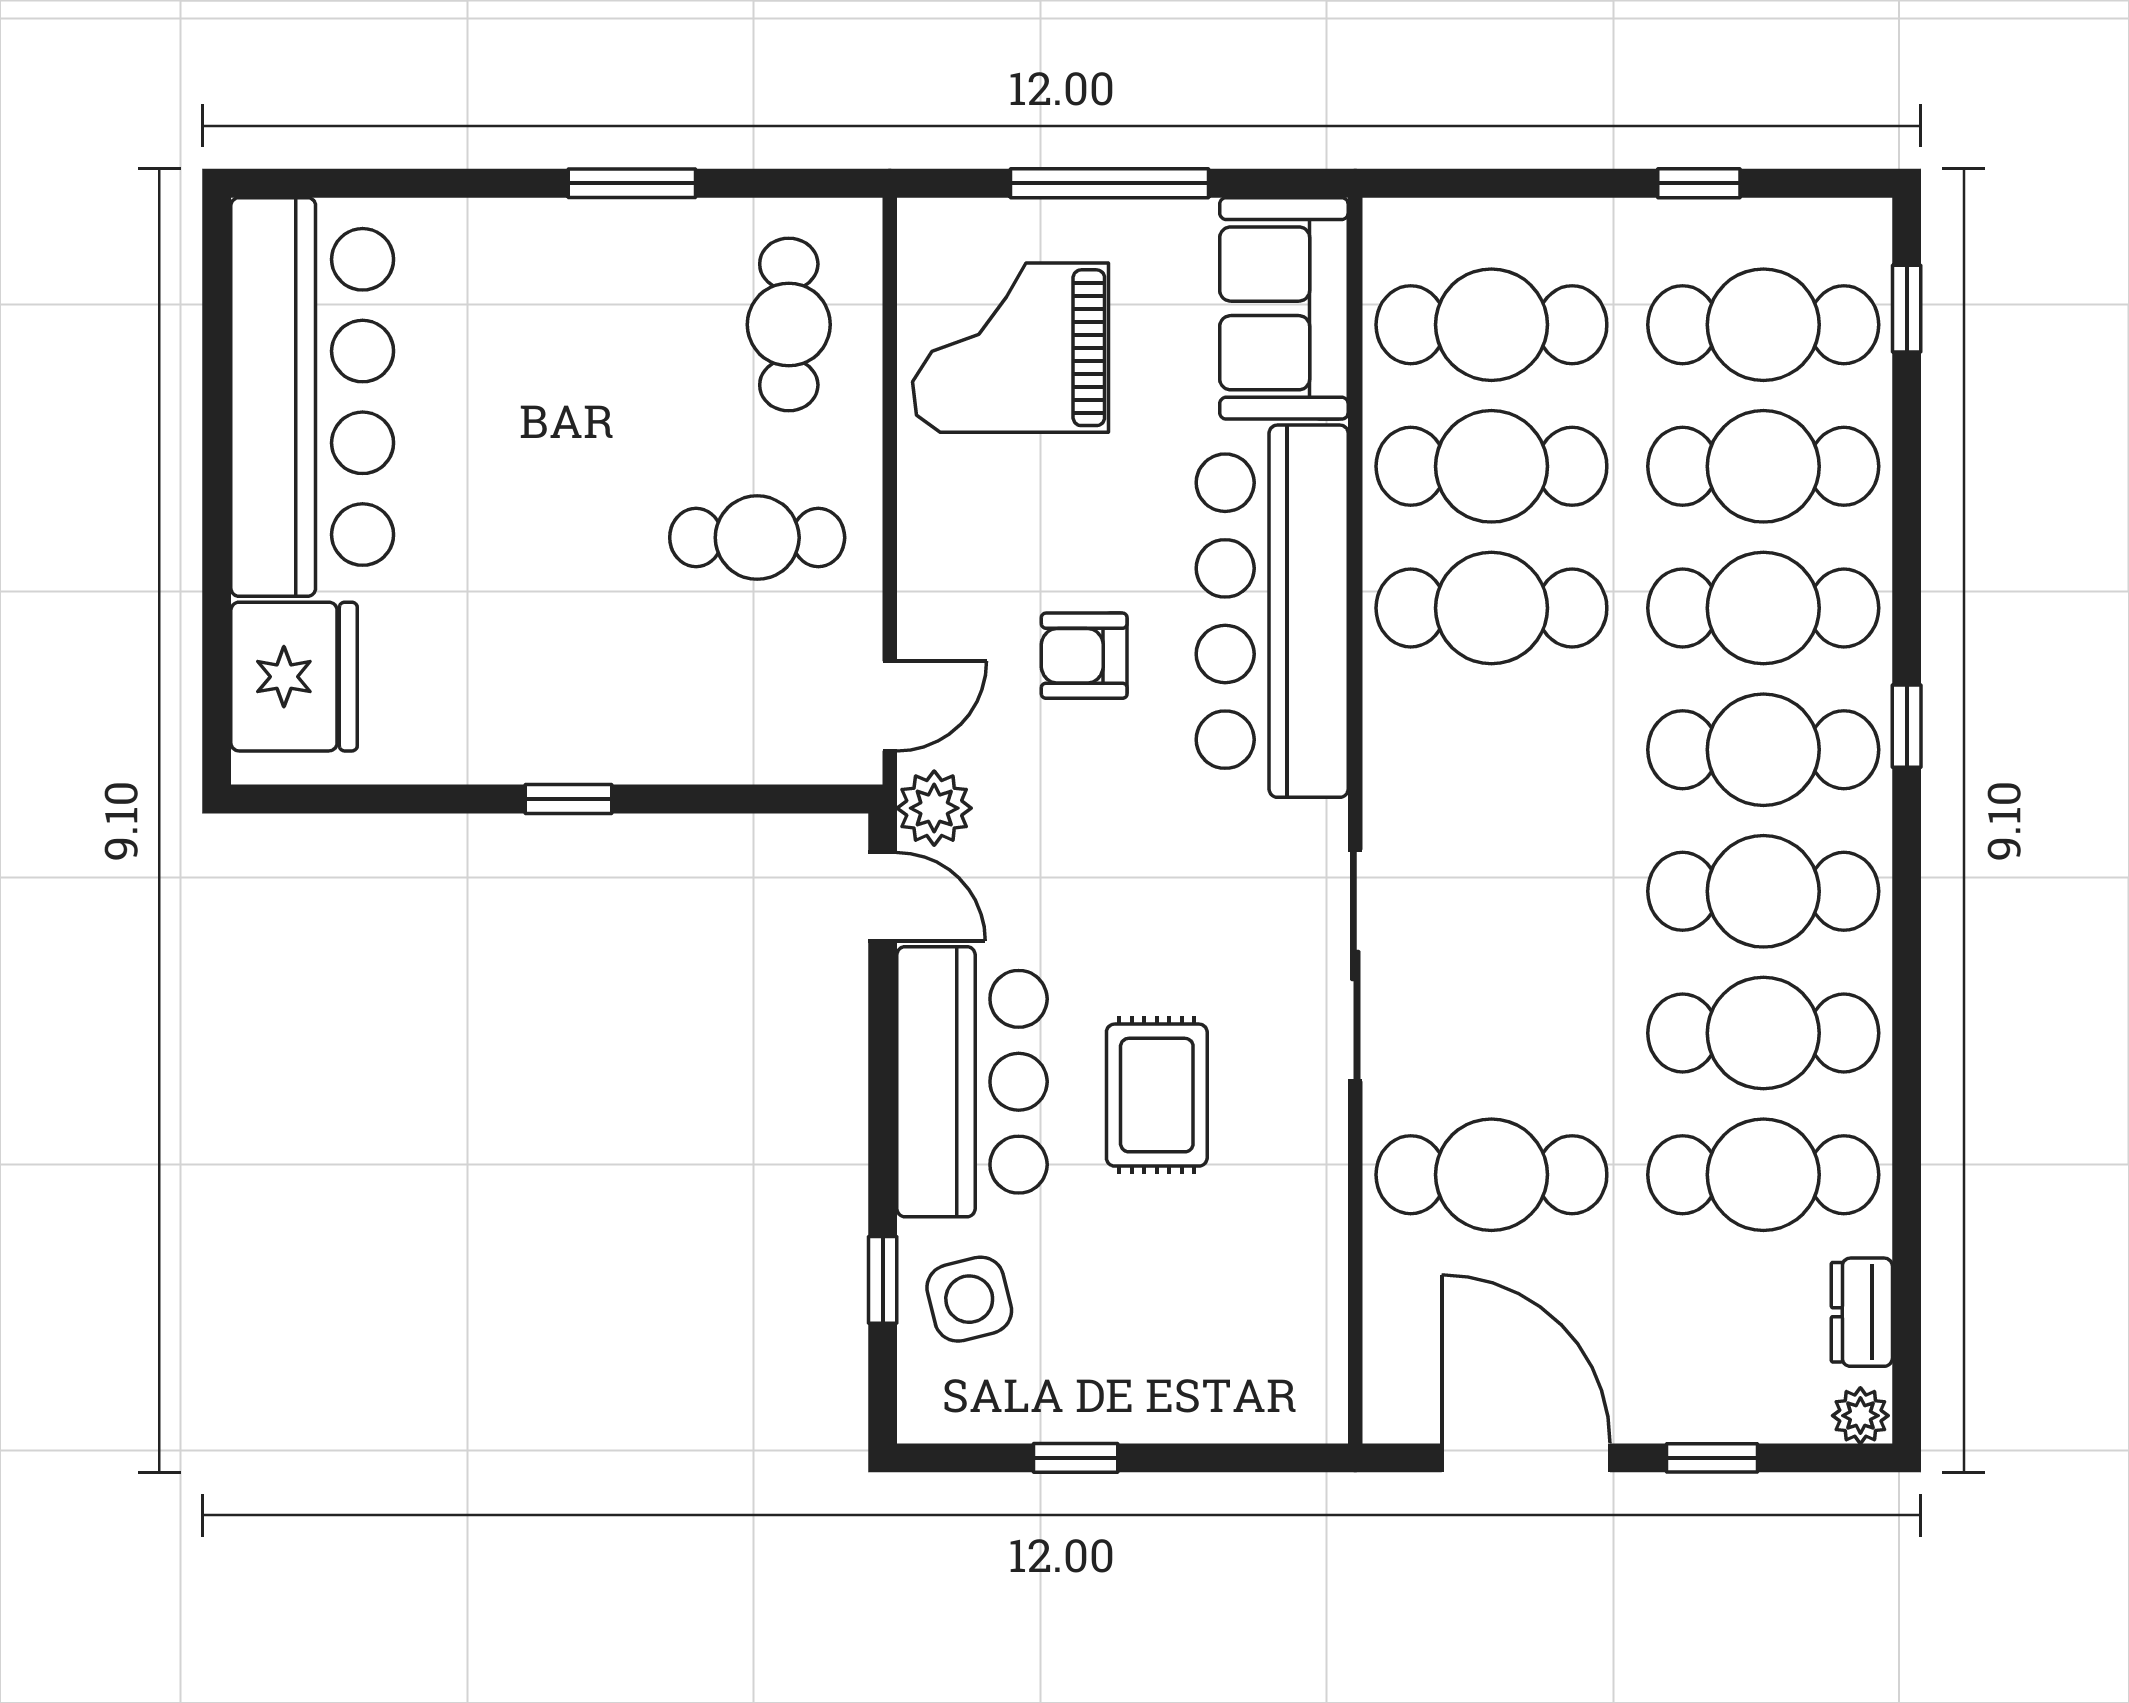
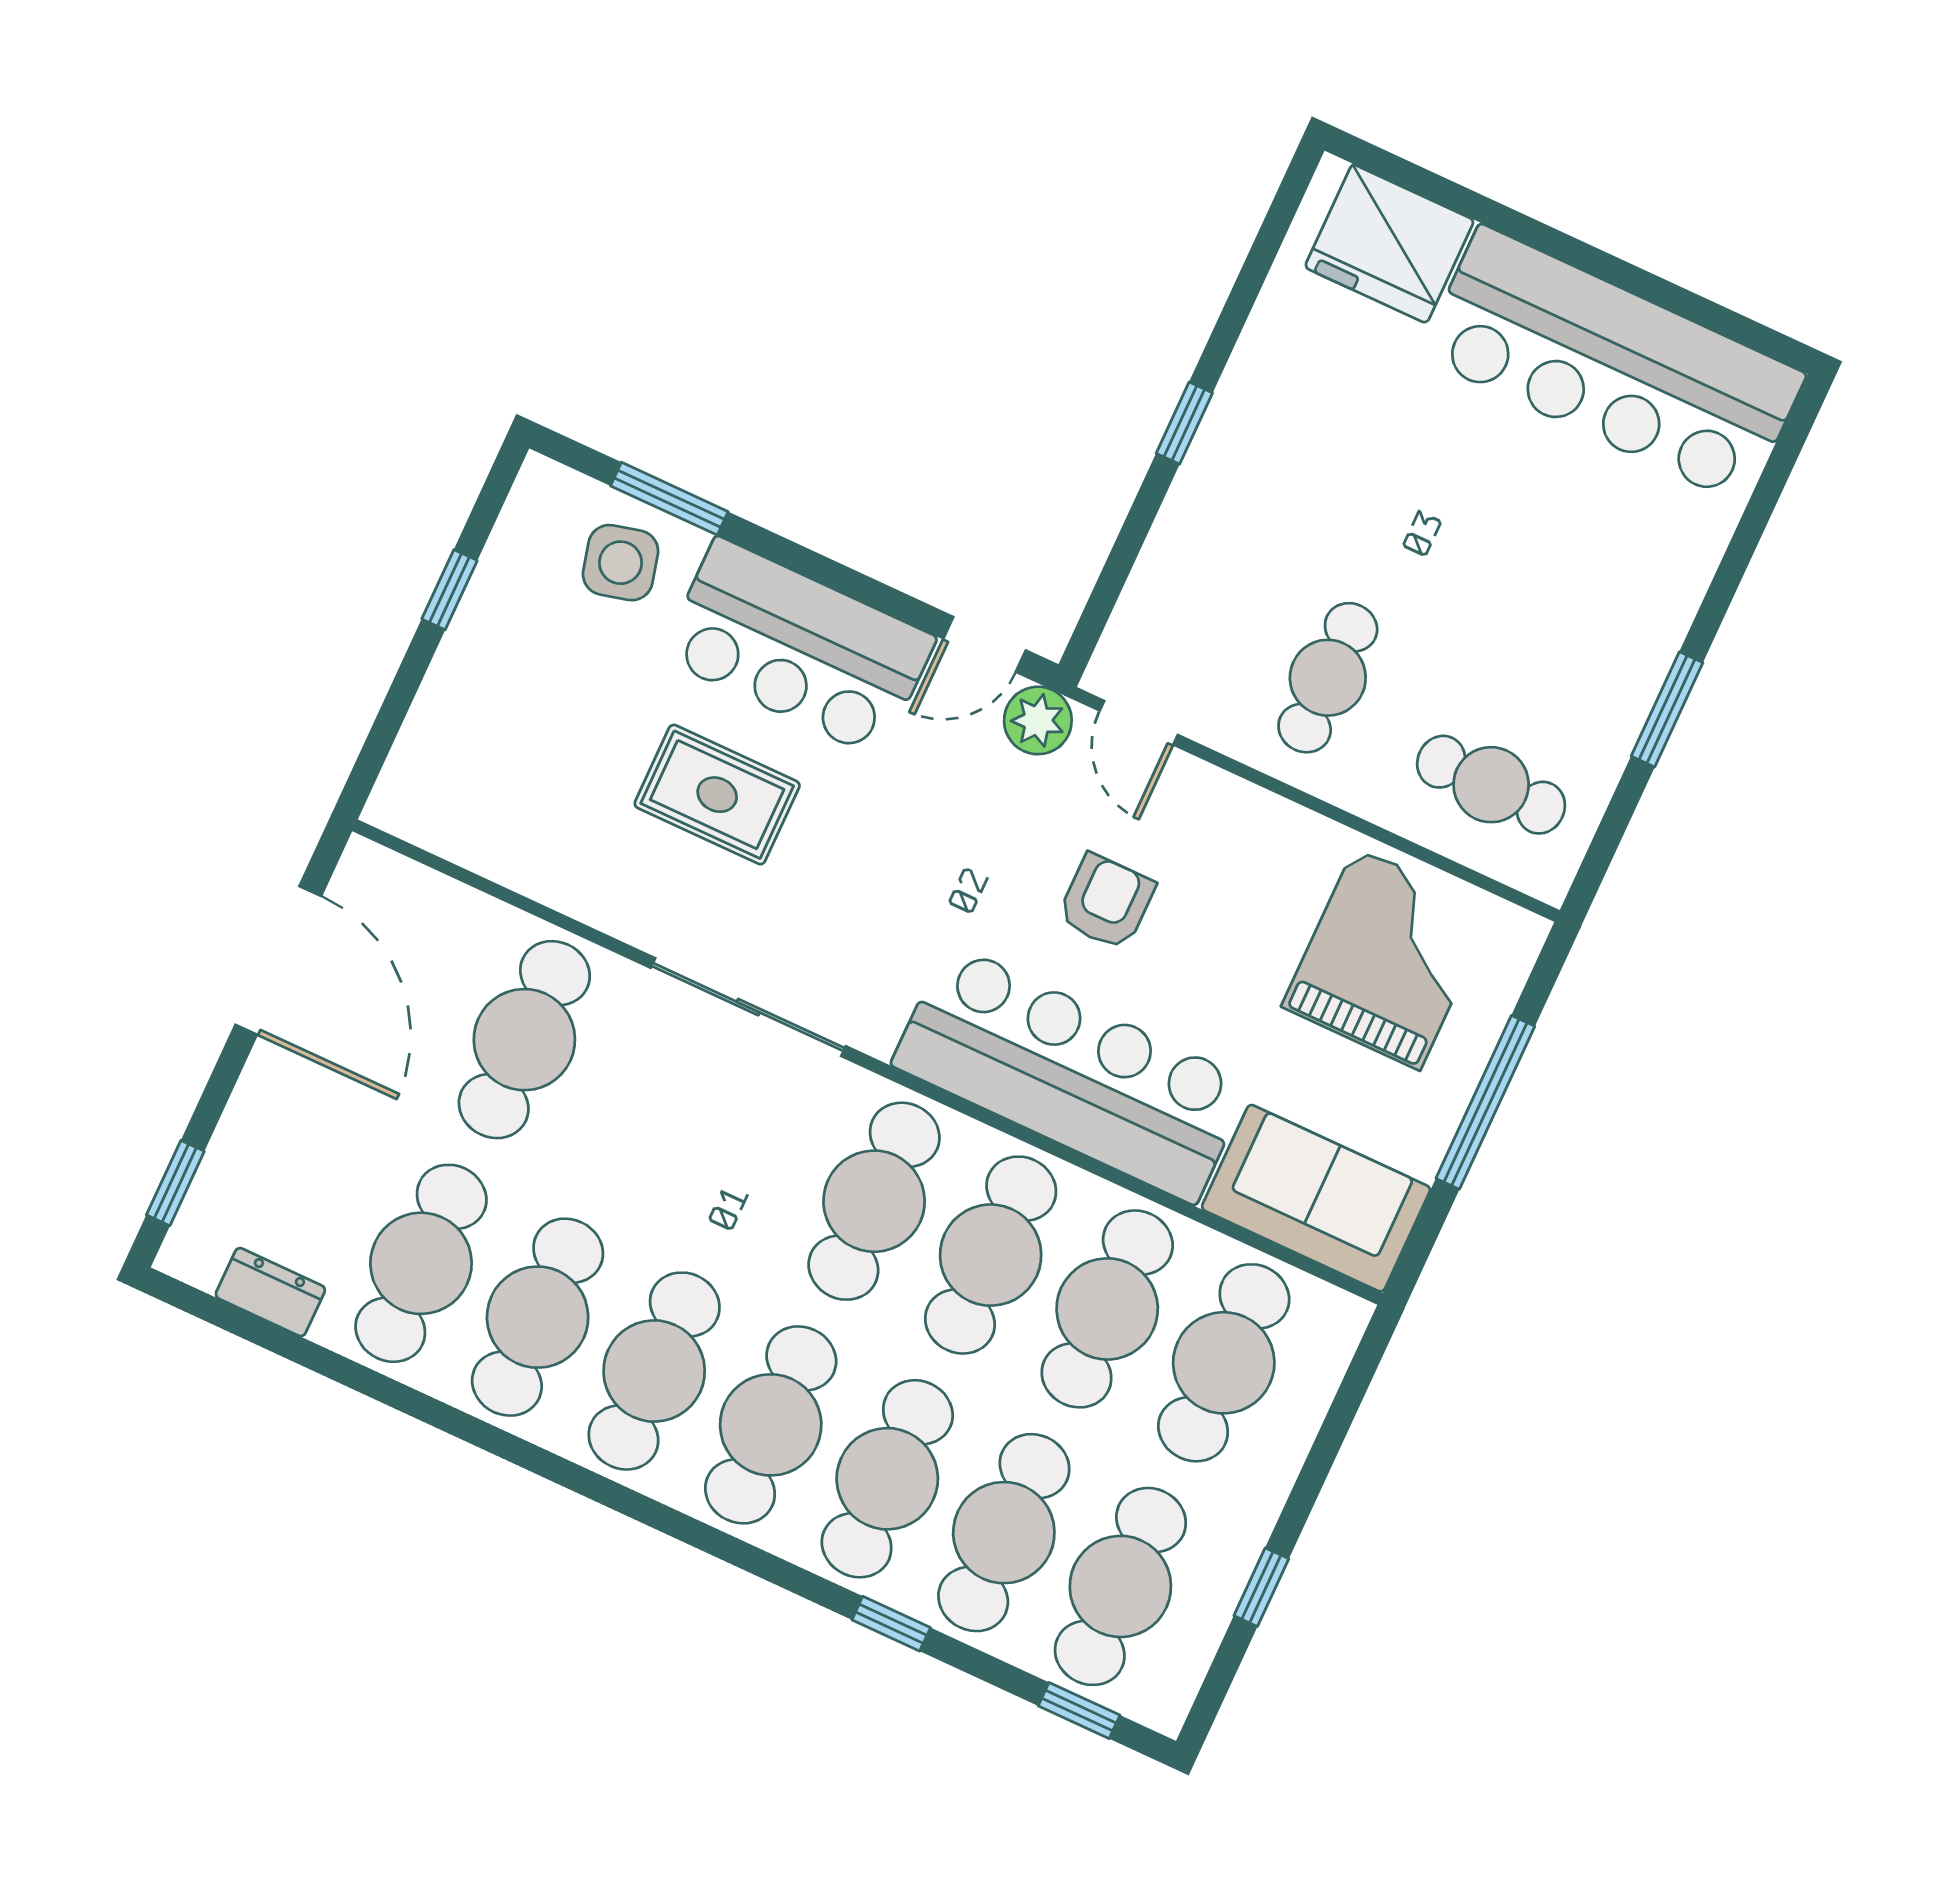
window: (1907, 726) -> (891, 1624), moved
cafe table: (1491, 750) -> (874, 1201), added
window: (883, 1280) -> (669, 499), width x1.50
plant: (1860, 1416) -> (186, 1252), removed
door: (1526, 1458) -> (278, 960), hinge flipped
window: (1712, 1458) -> (175, 1183), moved

